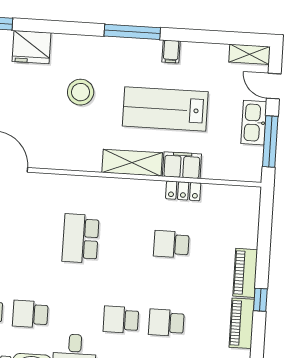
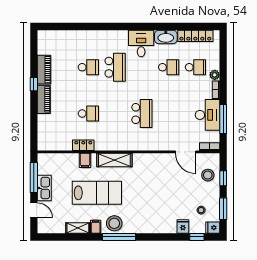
fridge: (32, 47) -> (183, 227), width x0.53, depth x0.75
shelving: (250, 54) -> (78, 228), moved
stool: (81, 92) -> (114, 223), moved
filing cabinet: (182, 165) -> (85, 160), width x0.50
school desk: (121, 320) -> (115, 67), width x1.85

